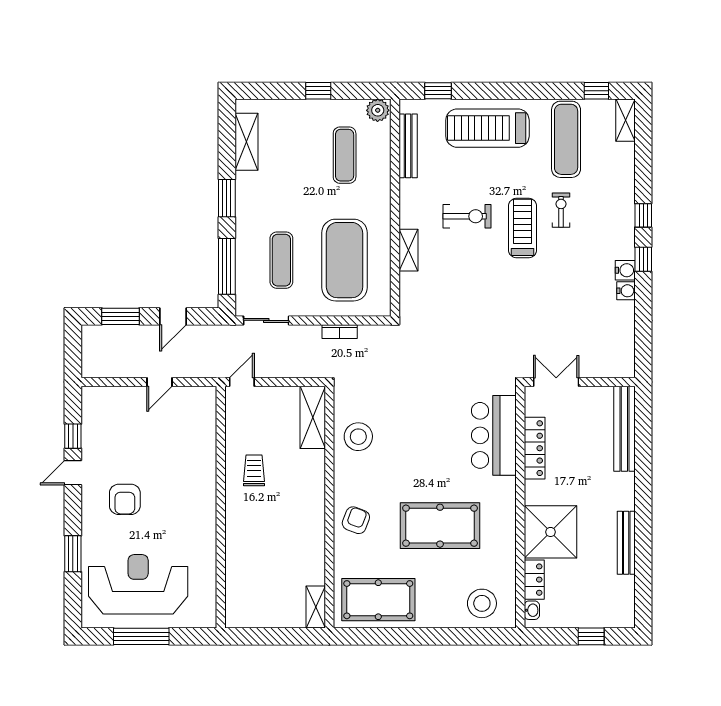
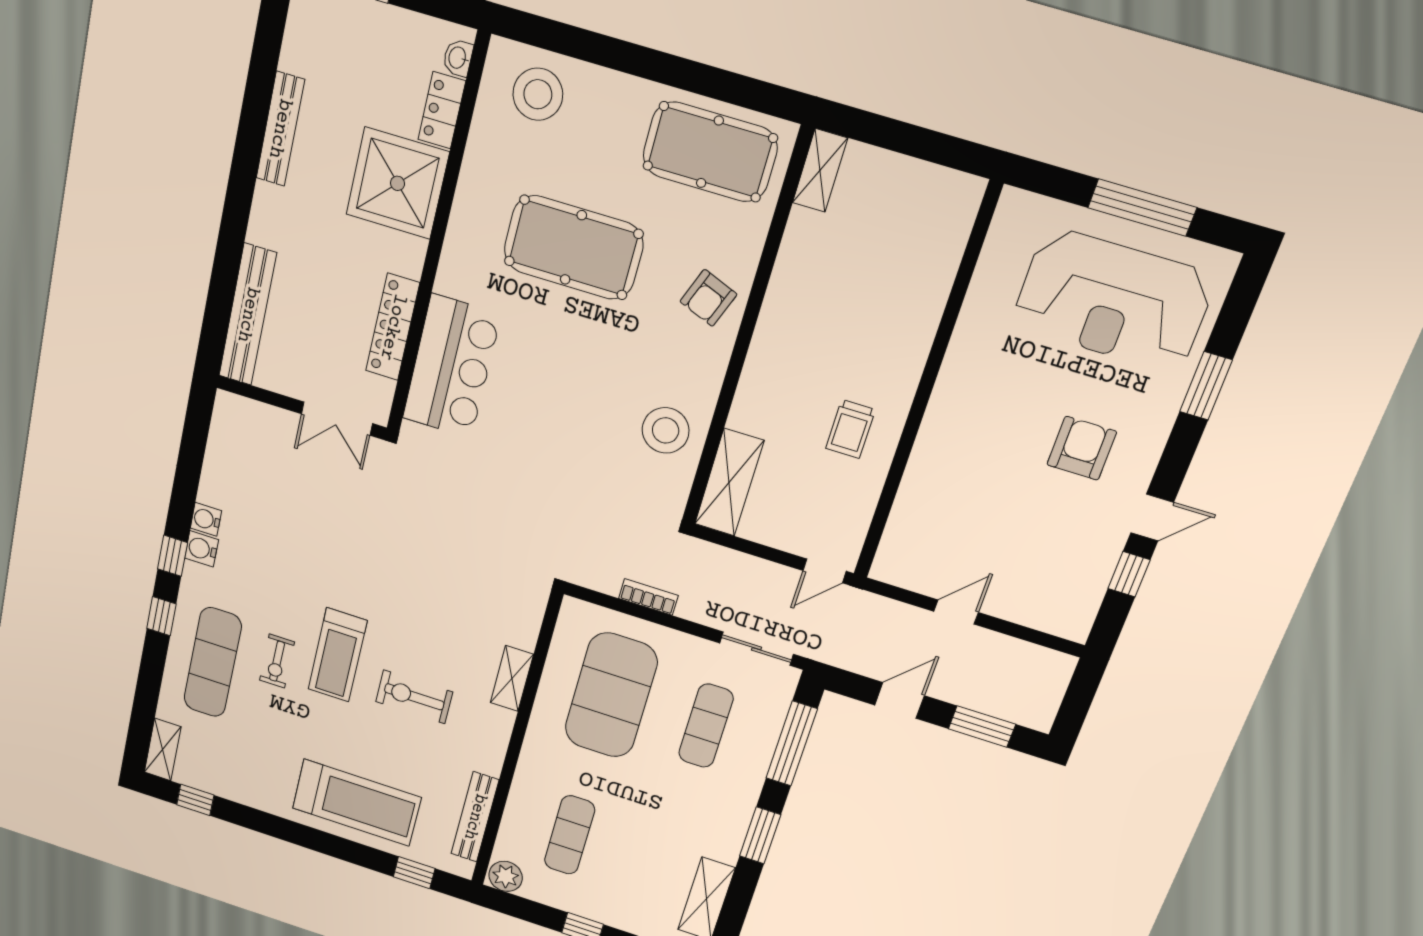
exercise mat: (566, 139) -> (213, 662), moved

